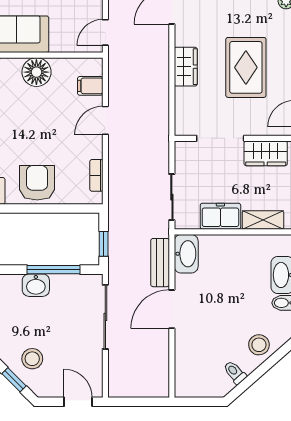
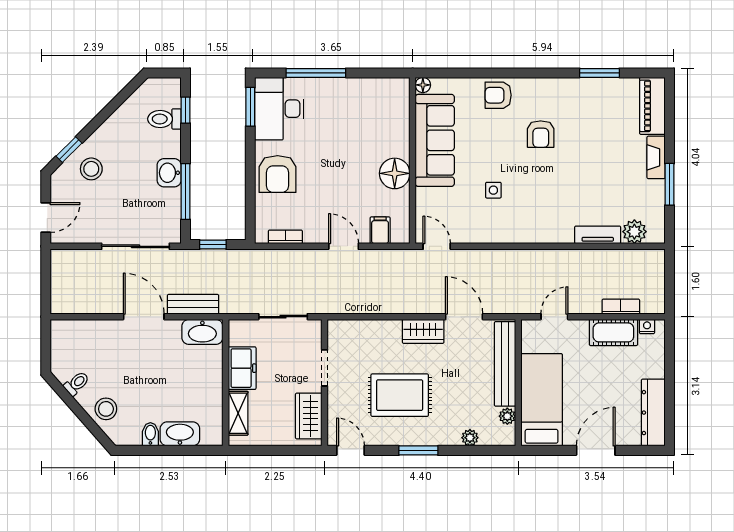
wardrobe: (186, 67) -> (423, 331), moved
doorway: (220, 138) -> (325, 368), width x0.73
armchair: (37, 183) -> (278, 174), turned 90
sliding door: (172, 197) -> (283, 317), moved

